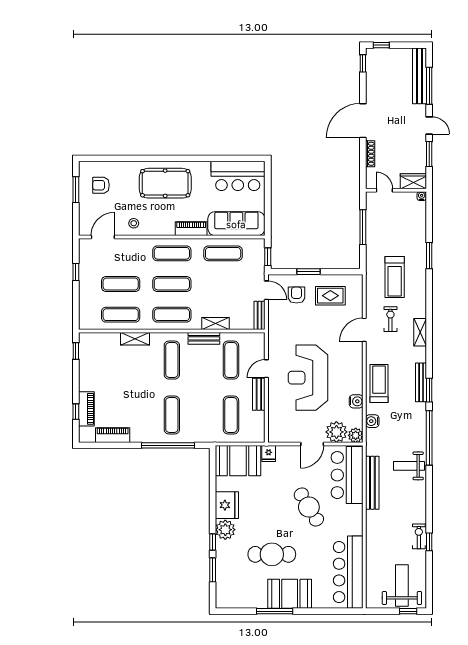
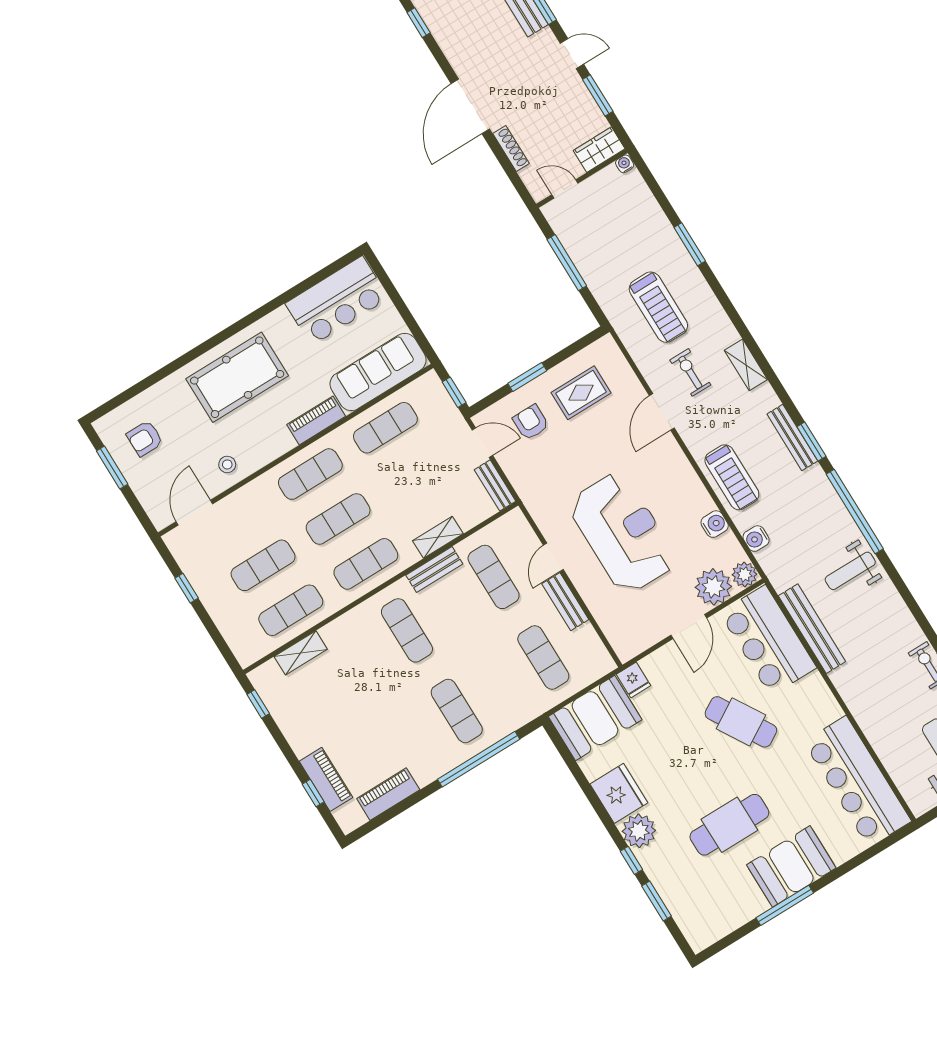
shelving: (135, 339) -> (301, 653), moved
reception desk: (308, 378) -> (622, 533), turned 180
treadmill: (379, 384) -> (732, 477), turned 180

